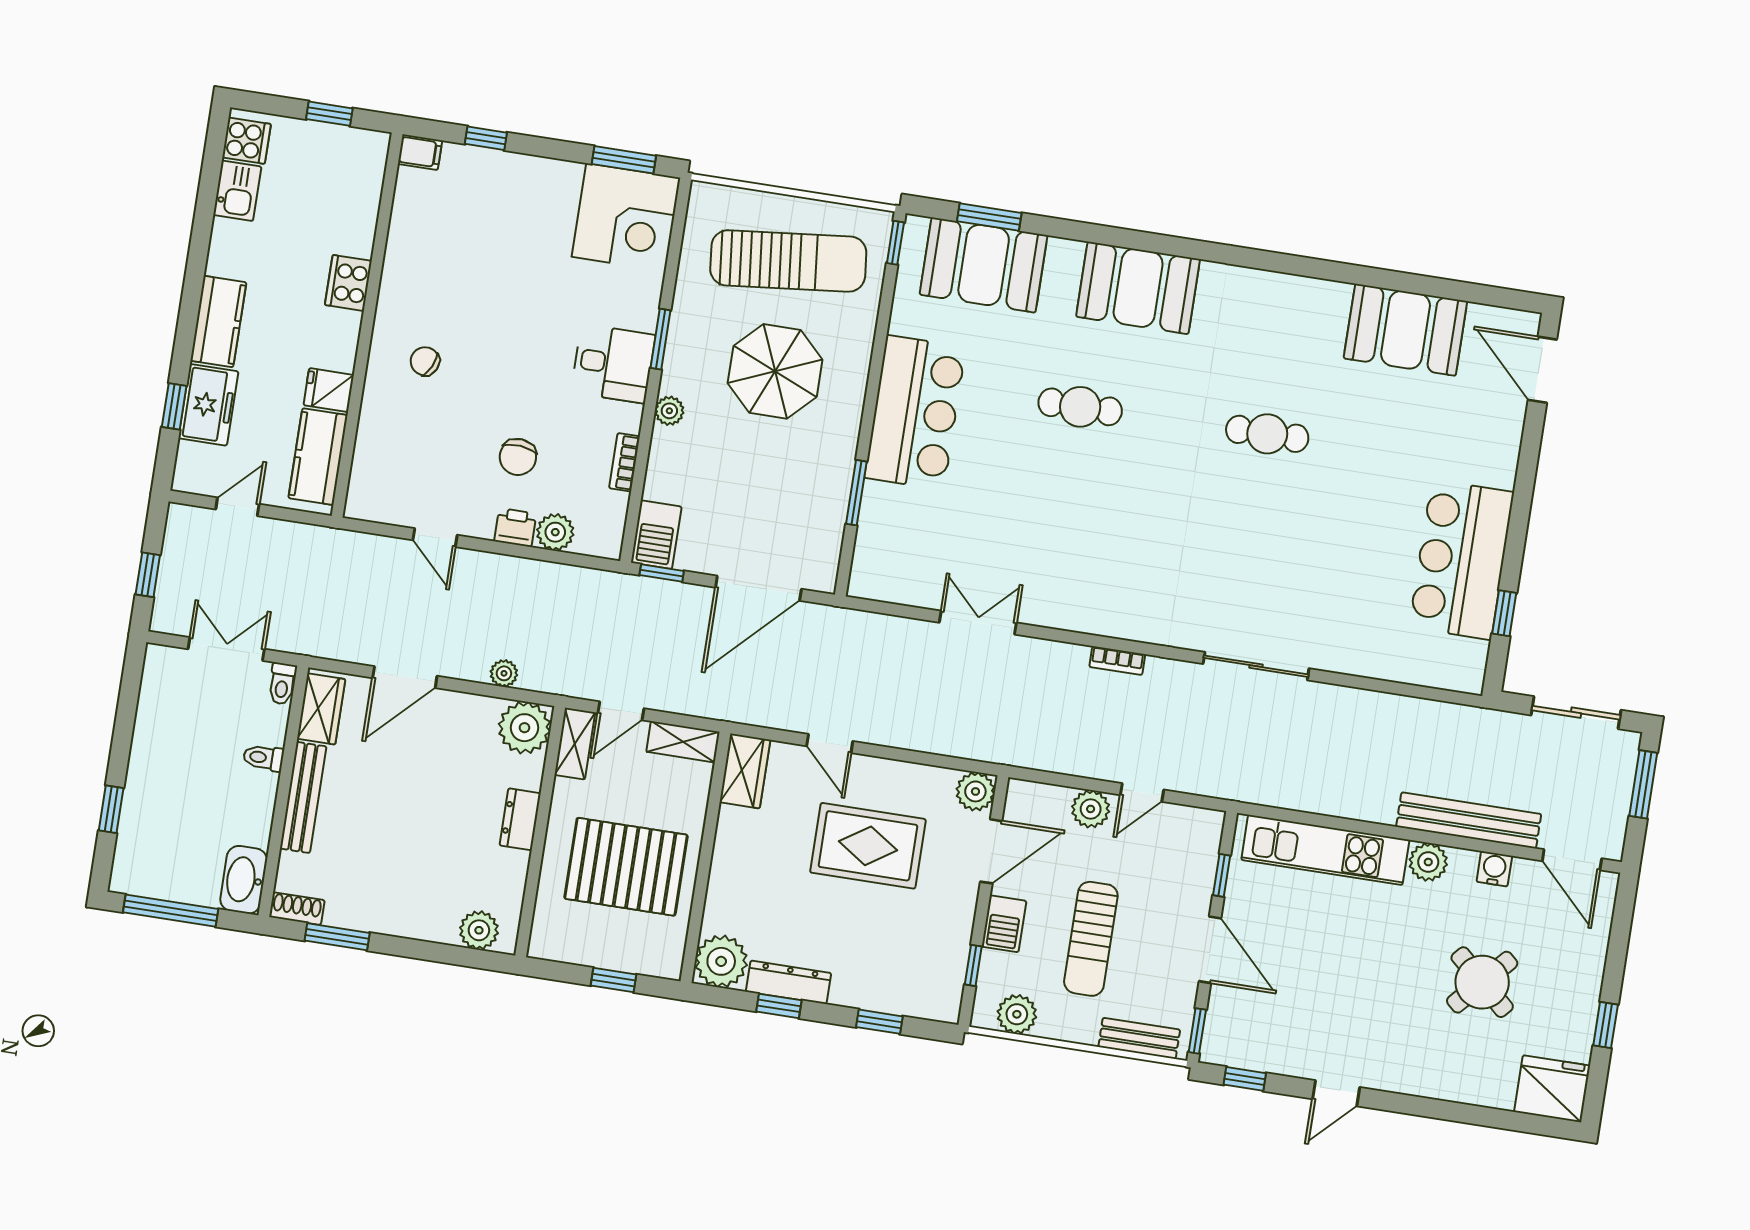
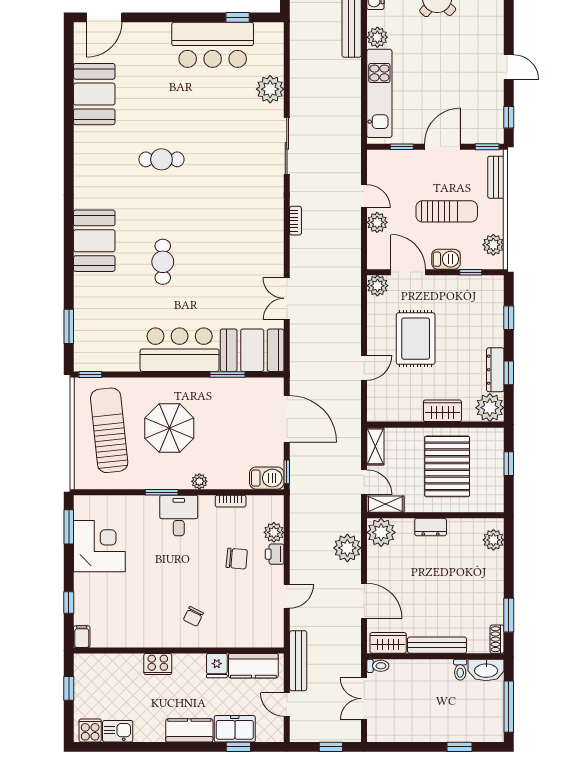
corner desk: (626, 217) -> (99, 546), moved
booth: (984, 265) -> (252, 350), moved, turned 90
cafe table: (1267, 434) -> (162, 159), turned 90
bench: (314, 540) -> (298, 661), added
plant: (1364, 652) -> (270, 89), added
plant: (504, 673) -> (347, 548), width x1.87, depth x1.87
toilet: (263, 758) -> (460, 670), moved
wardrobe: (745, 771) -> (442, 411), moved

